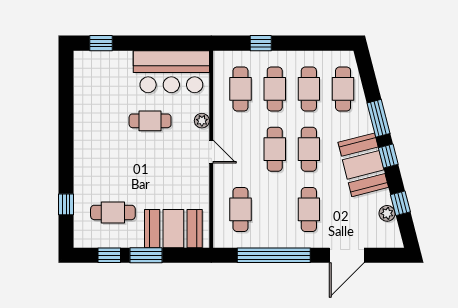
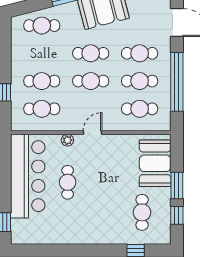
bar counter: (171, 72) -> (28, 176), width x1.36
cafe table: (309, 89) -> (140, 81), moved

